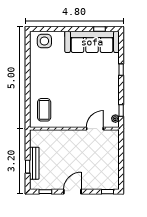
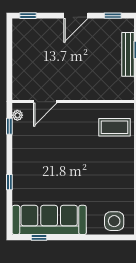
coffee table: (44, 110) -> (114, 127), turned 90

